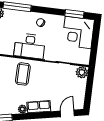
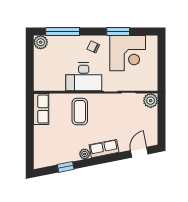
window: (74, 14) -> (118, 31), moved
corner desk: (78, 32) -> (128, 53), moved, turned -90

